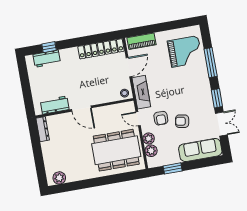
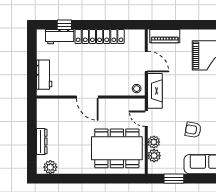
locker: (101, 49) -> (100, 37), moved
door: (129, 67) -> (146, 62), hinge flipped
workbench: (55, 105) -> (44, 75), moved, turned 90
armchair: (161, 118) -> (171, 122), removed
dresser: (43, 129) -> (42, 142), moved

